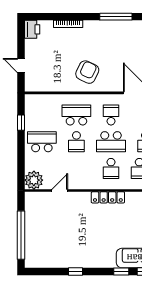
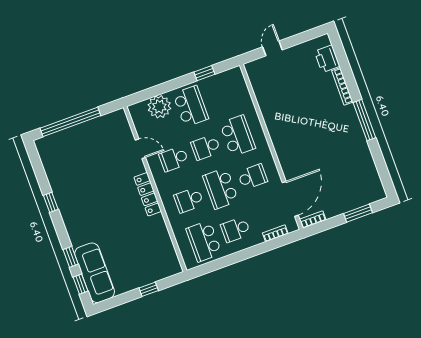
window: (116, 17) -> (364, 120), moved
printer: (32, 29) -> (327, 59), moved, turned 90
armchair: (87, 72) -> (293, 130), removed
school desk: (76, 168) -> (174, 159), added
plant: (34, 180) -> (159, 107), moved
locker: (108, 197) -> (148, 194), moved

